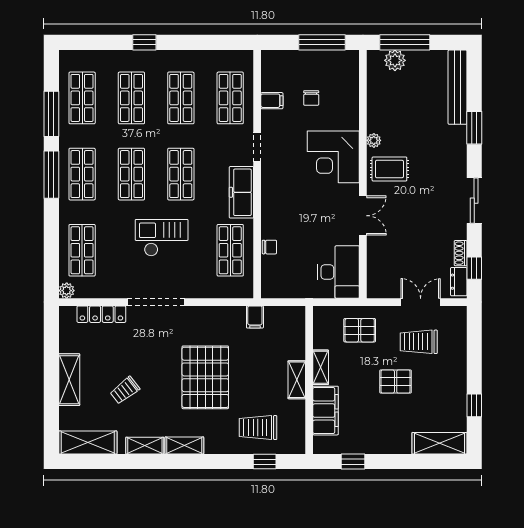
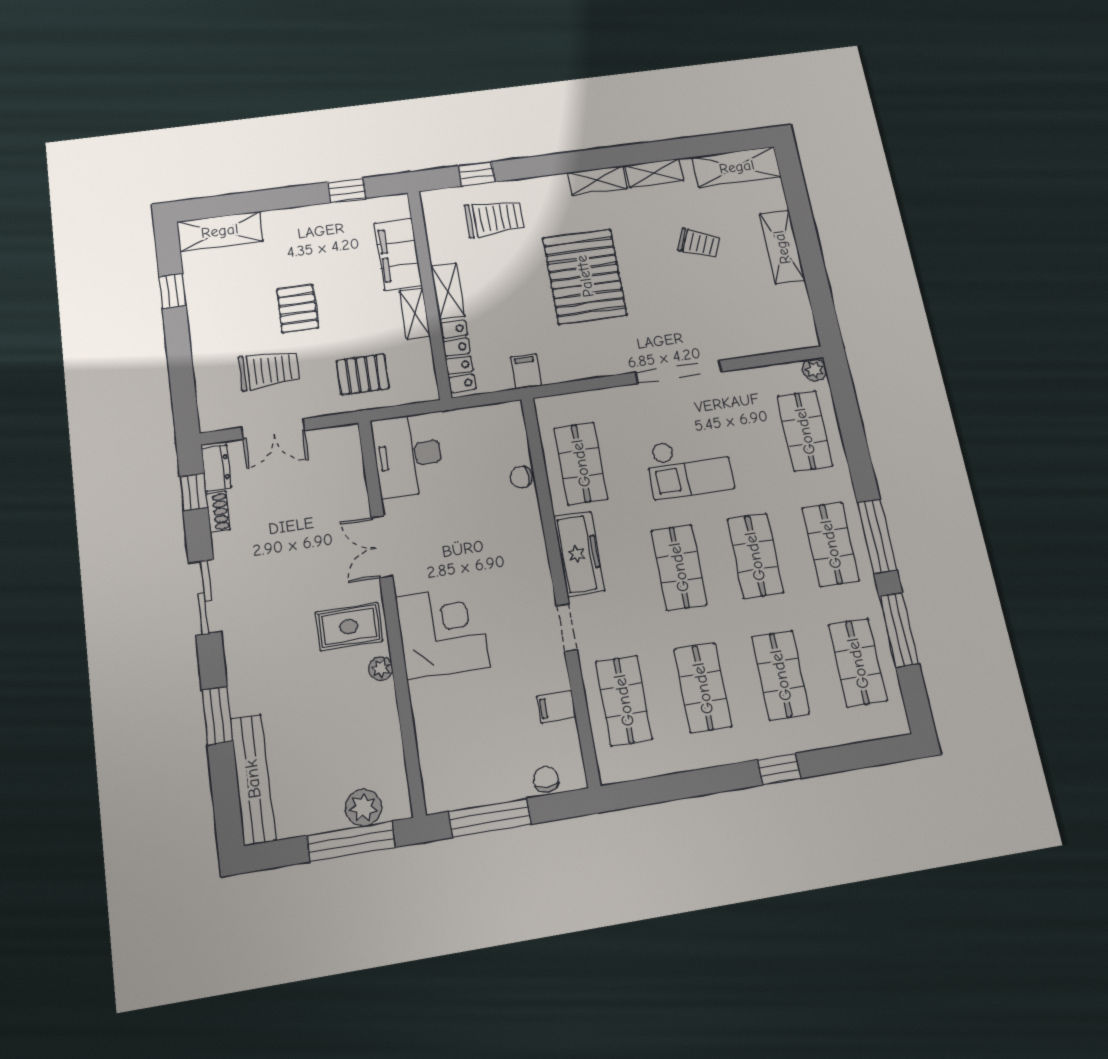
chair: (311, 98) -> (546, 779), moved
locker: (101, 314) -> (458, 356), moved, turned 90
pallet: (396, 382) -> (298, 309), turned 90
trolley: (125, 390) -> (699, 243), turned 60

